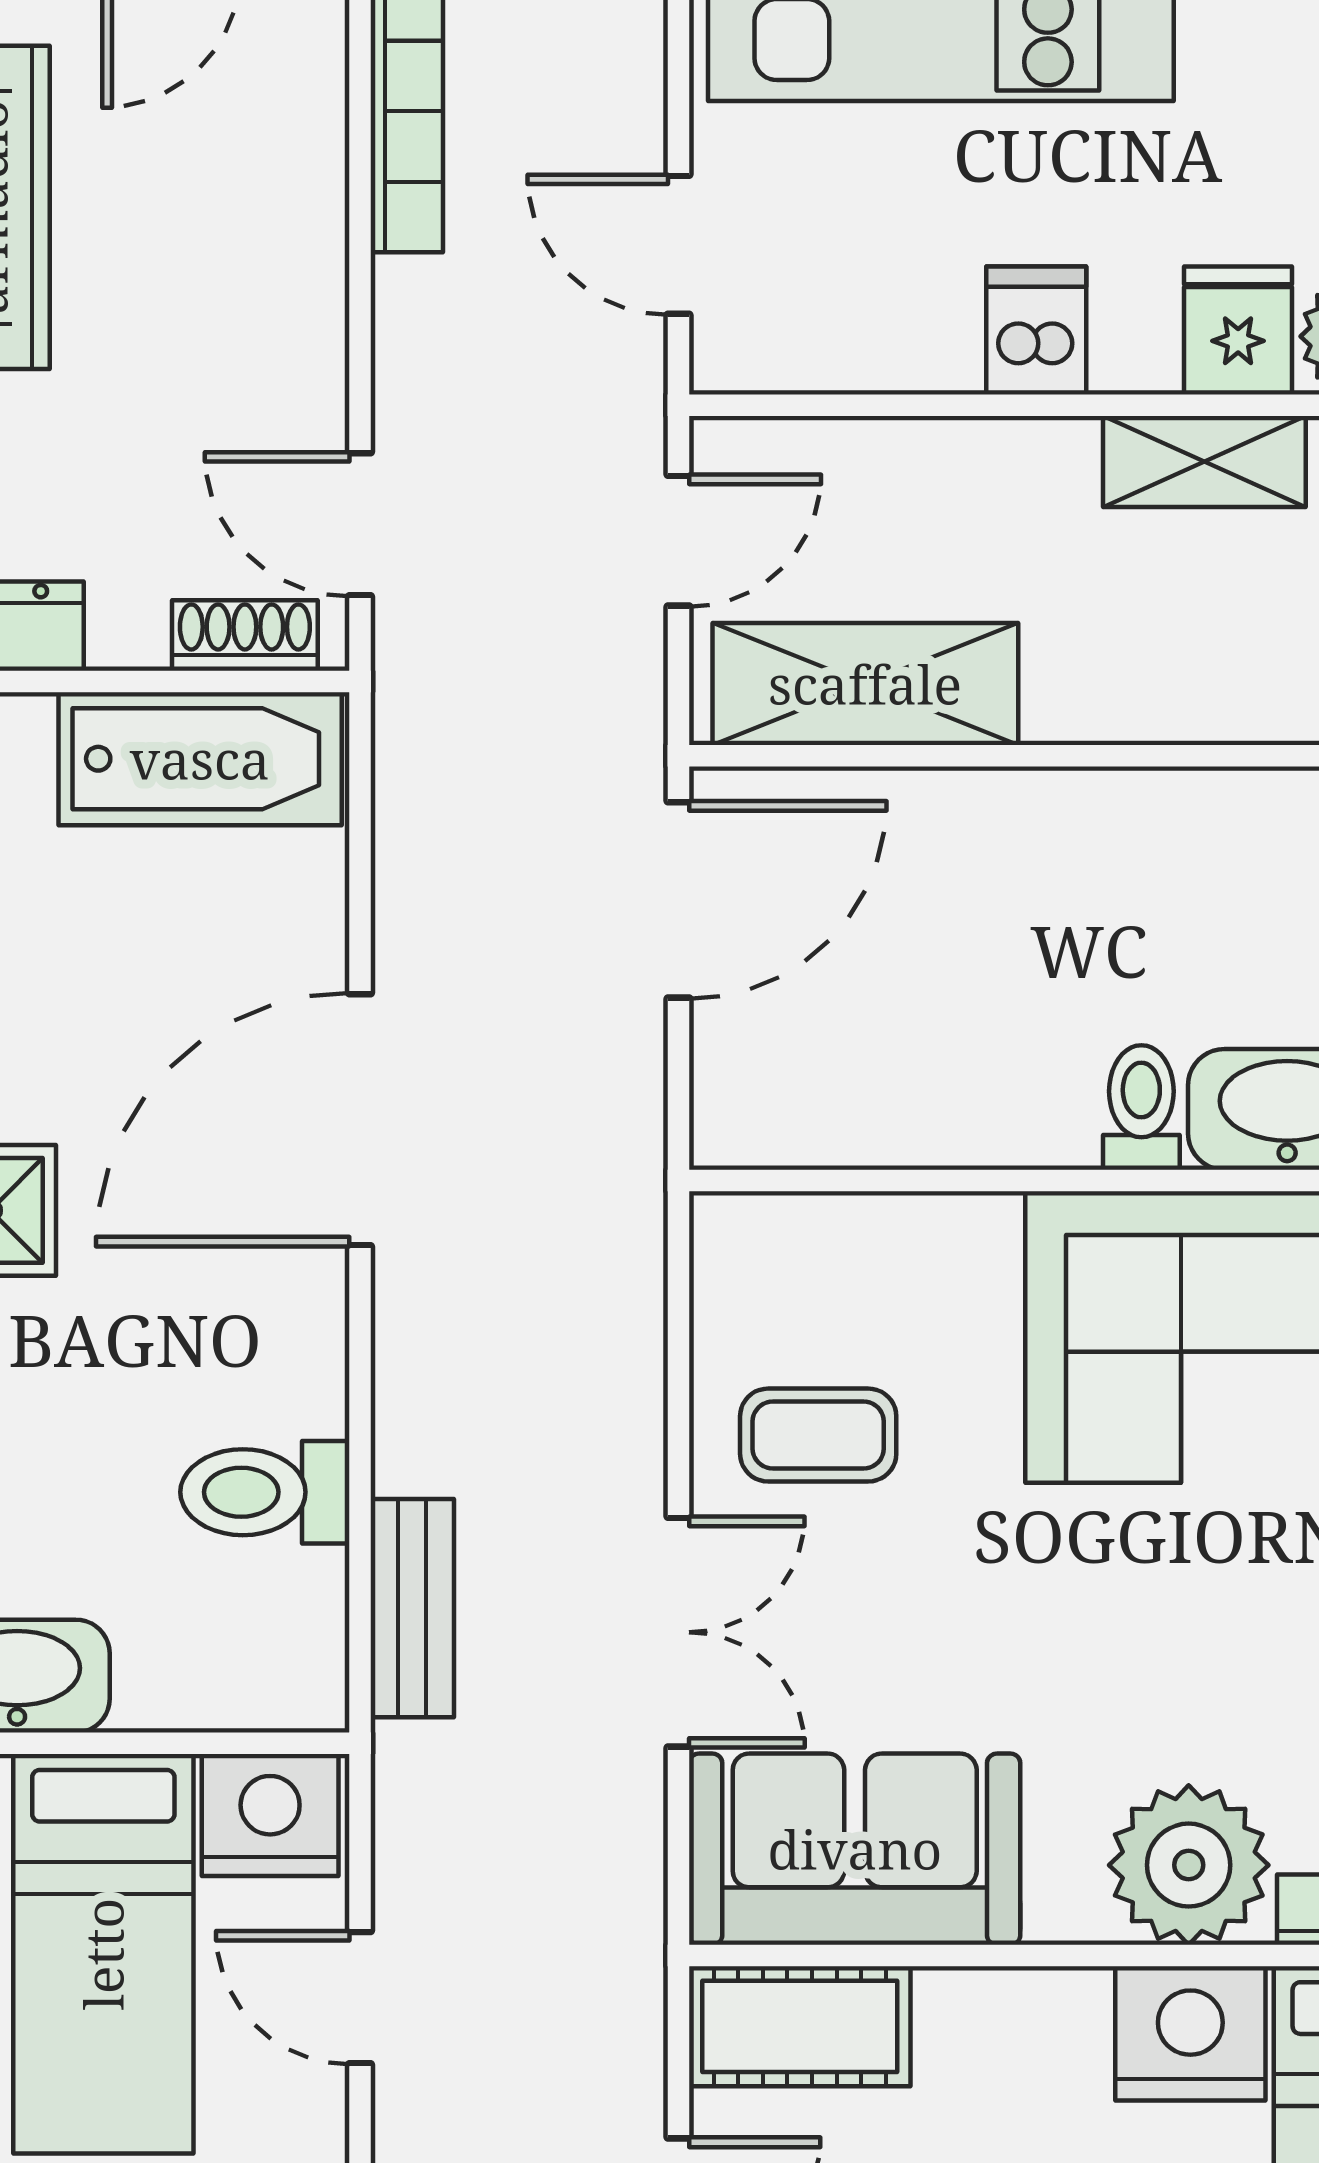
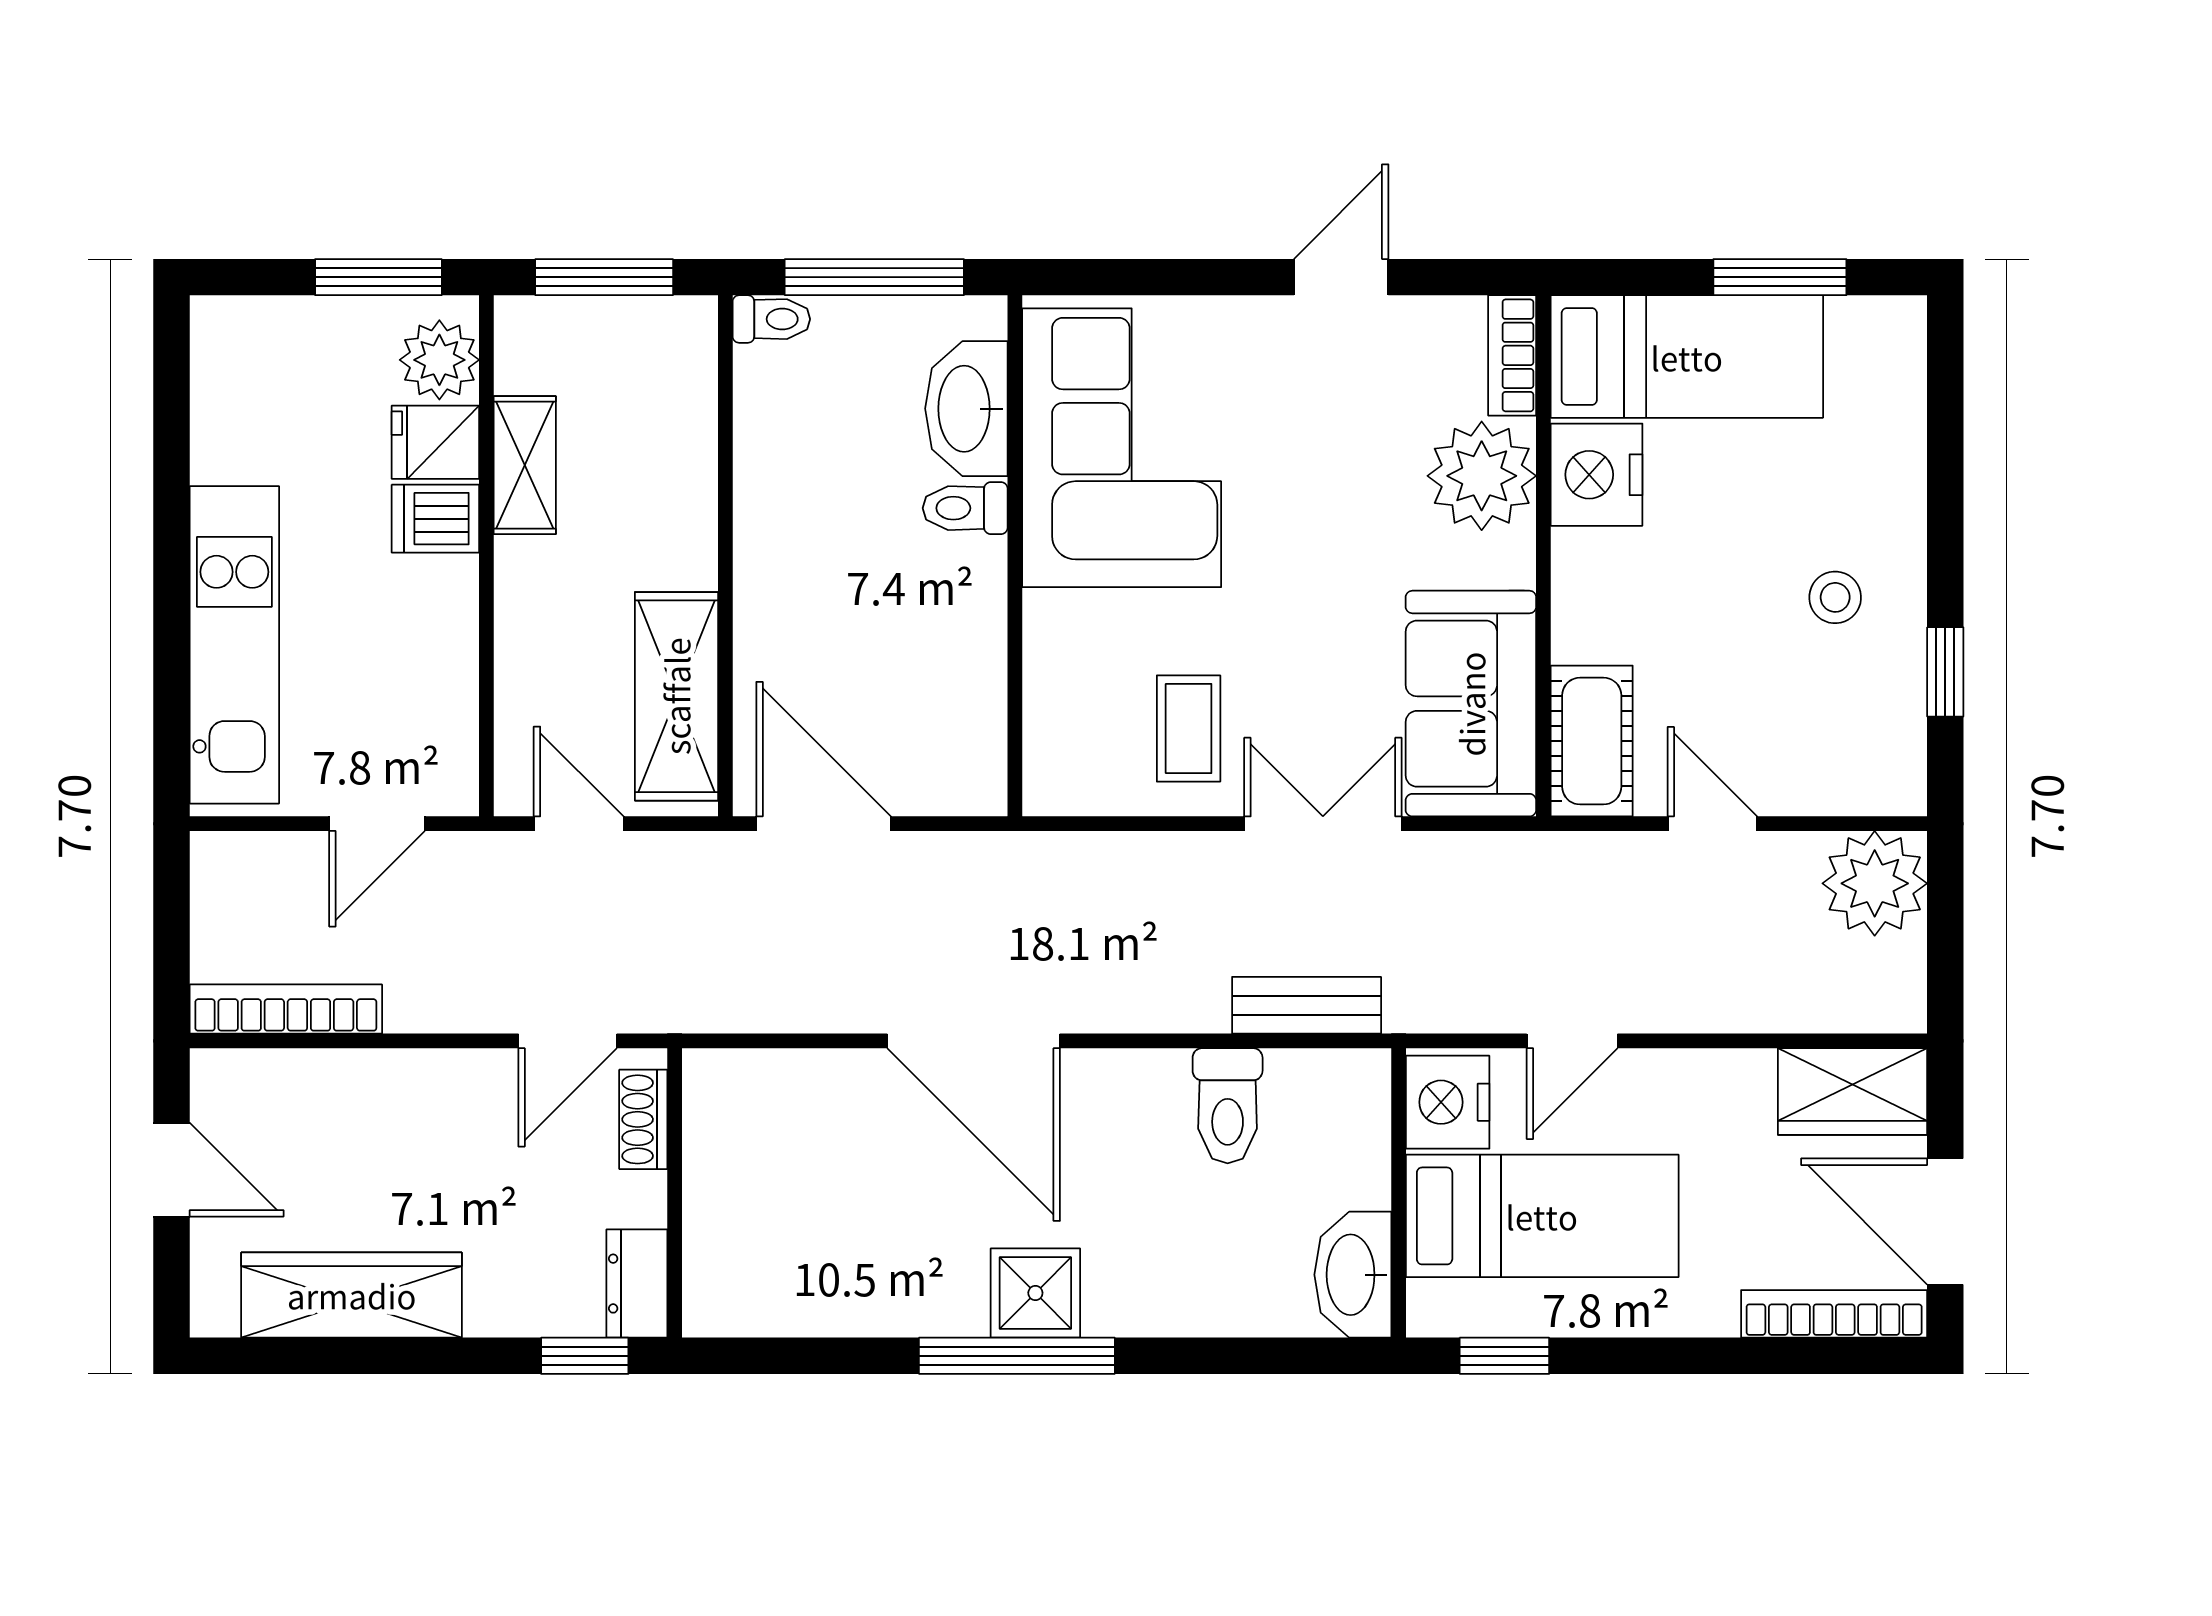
dishwasher: (1036, 331) -> (435, 519), moved
bathtub: (200, 759) -> (727, 1150), removed

